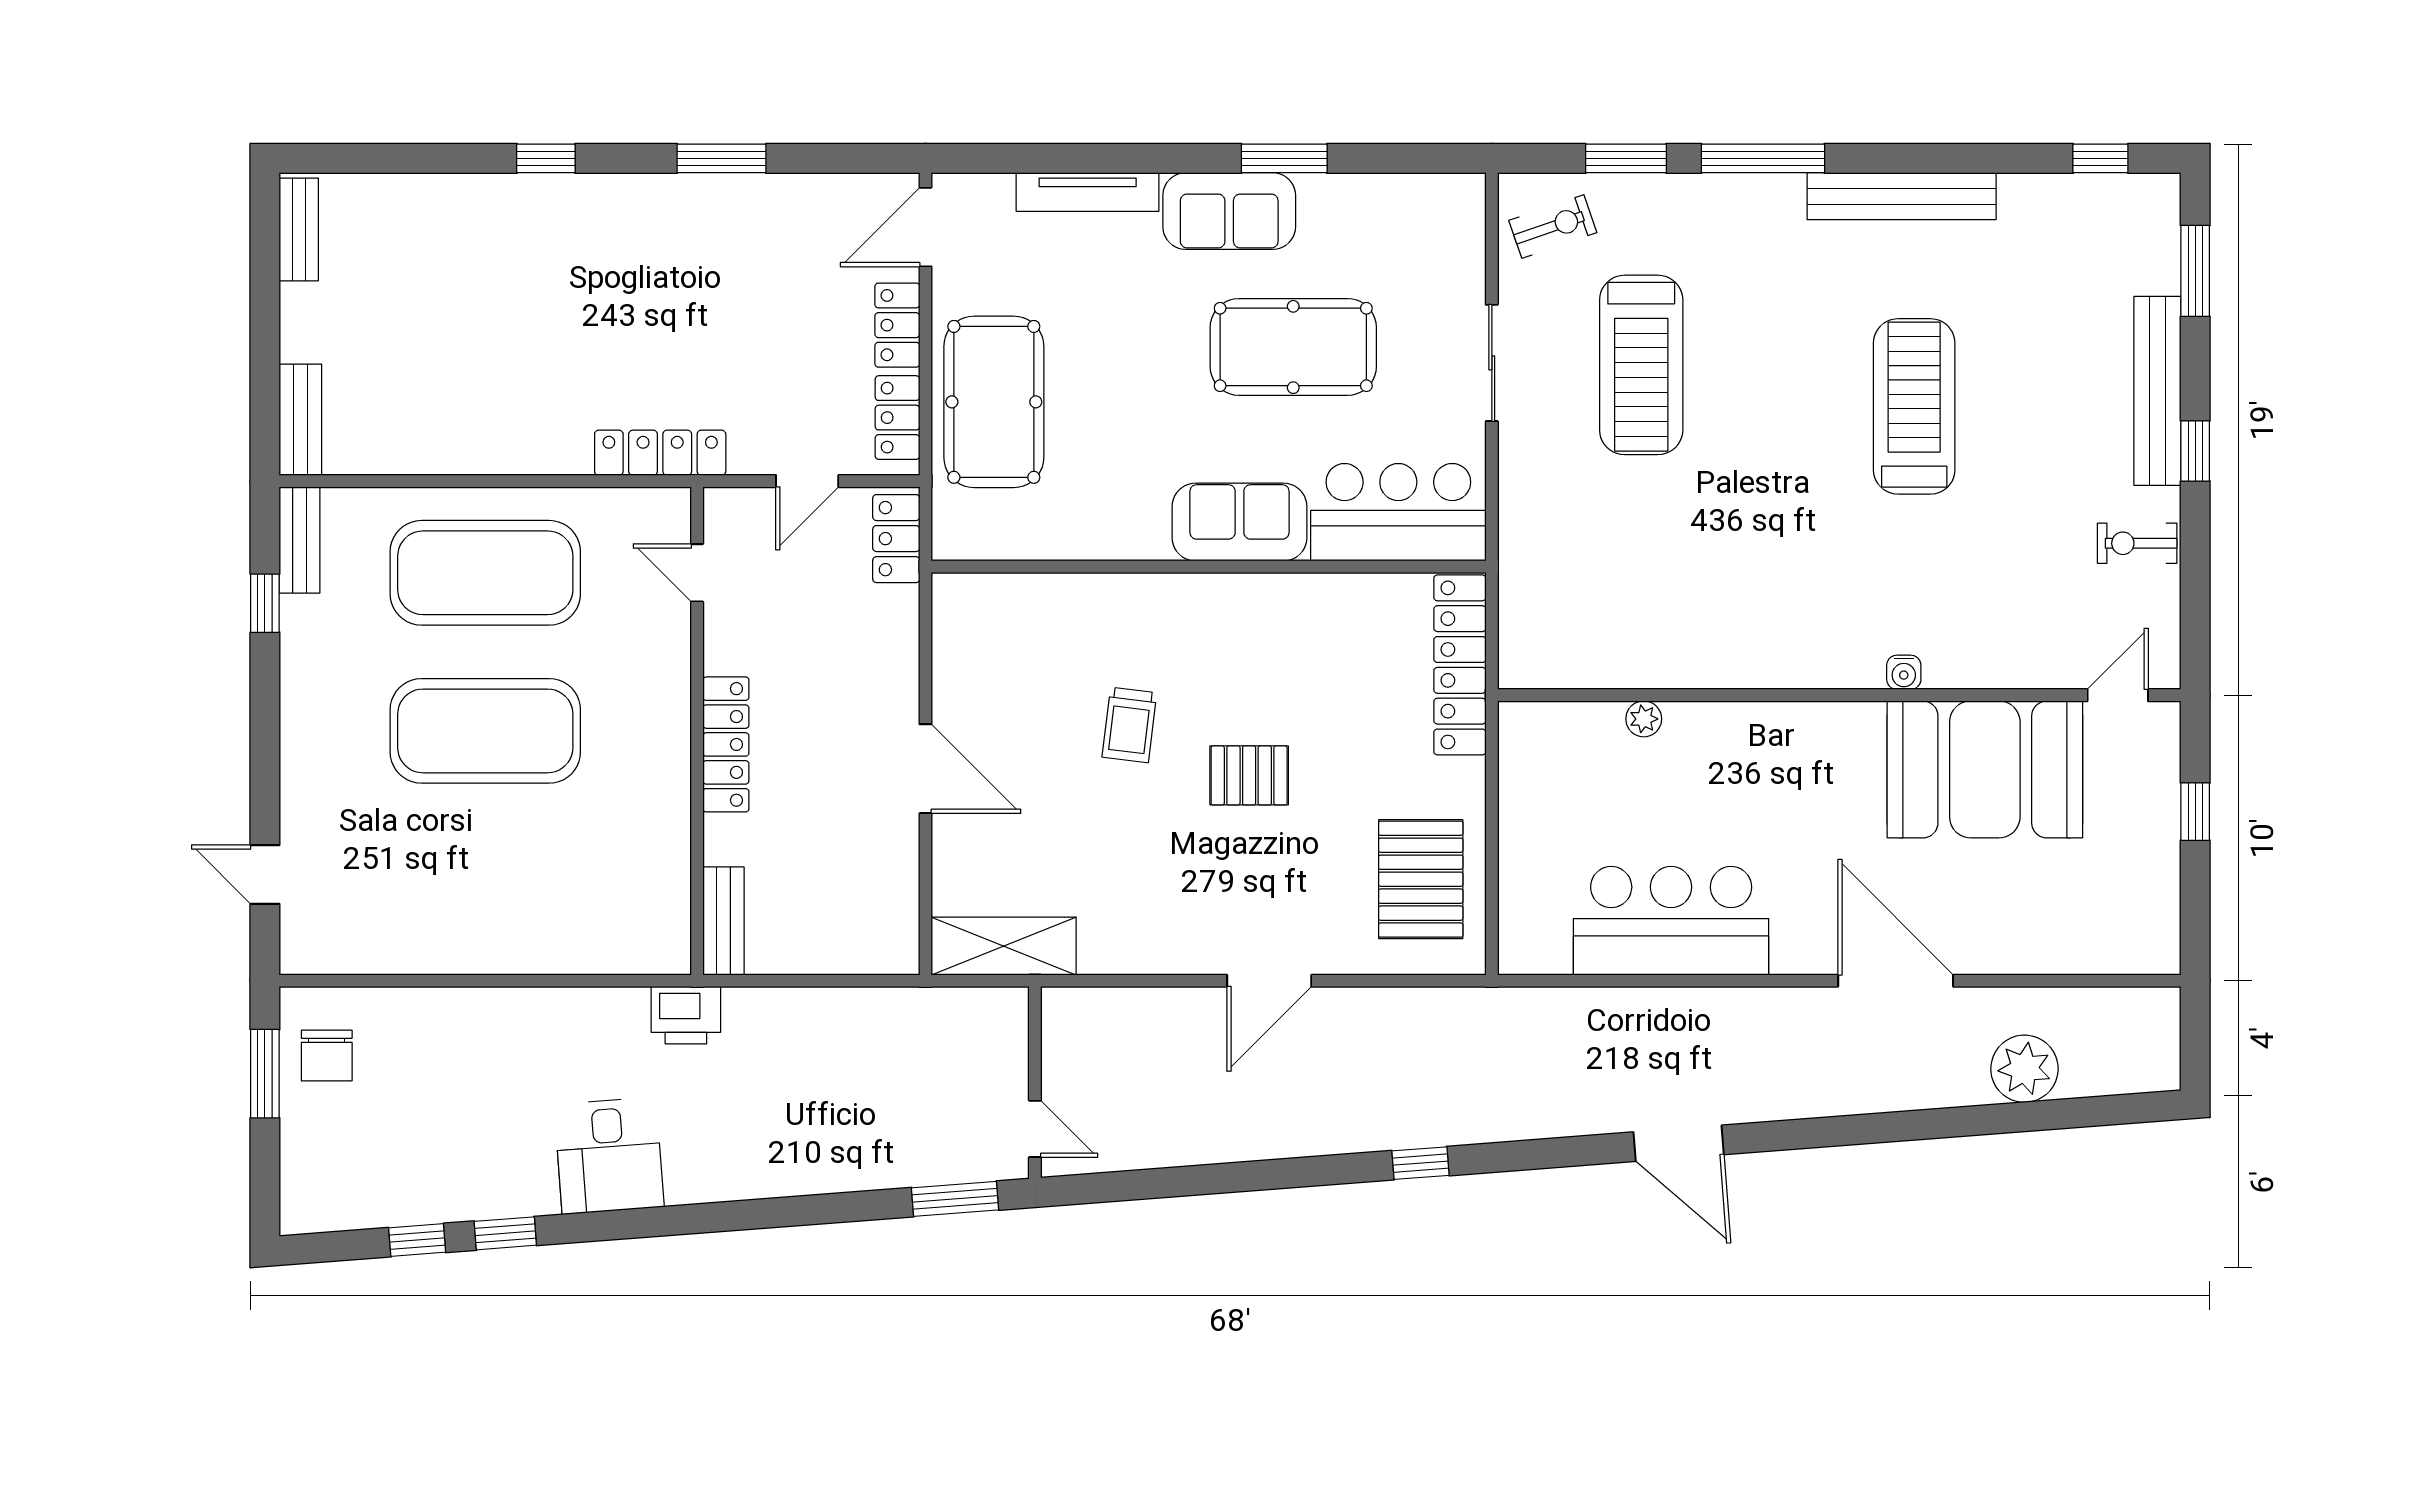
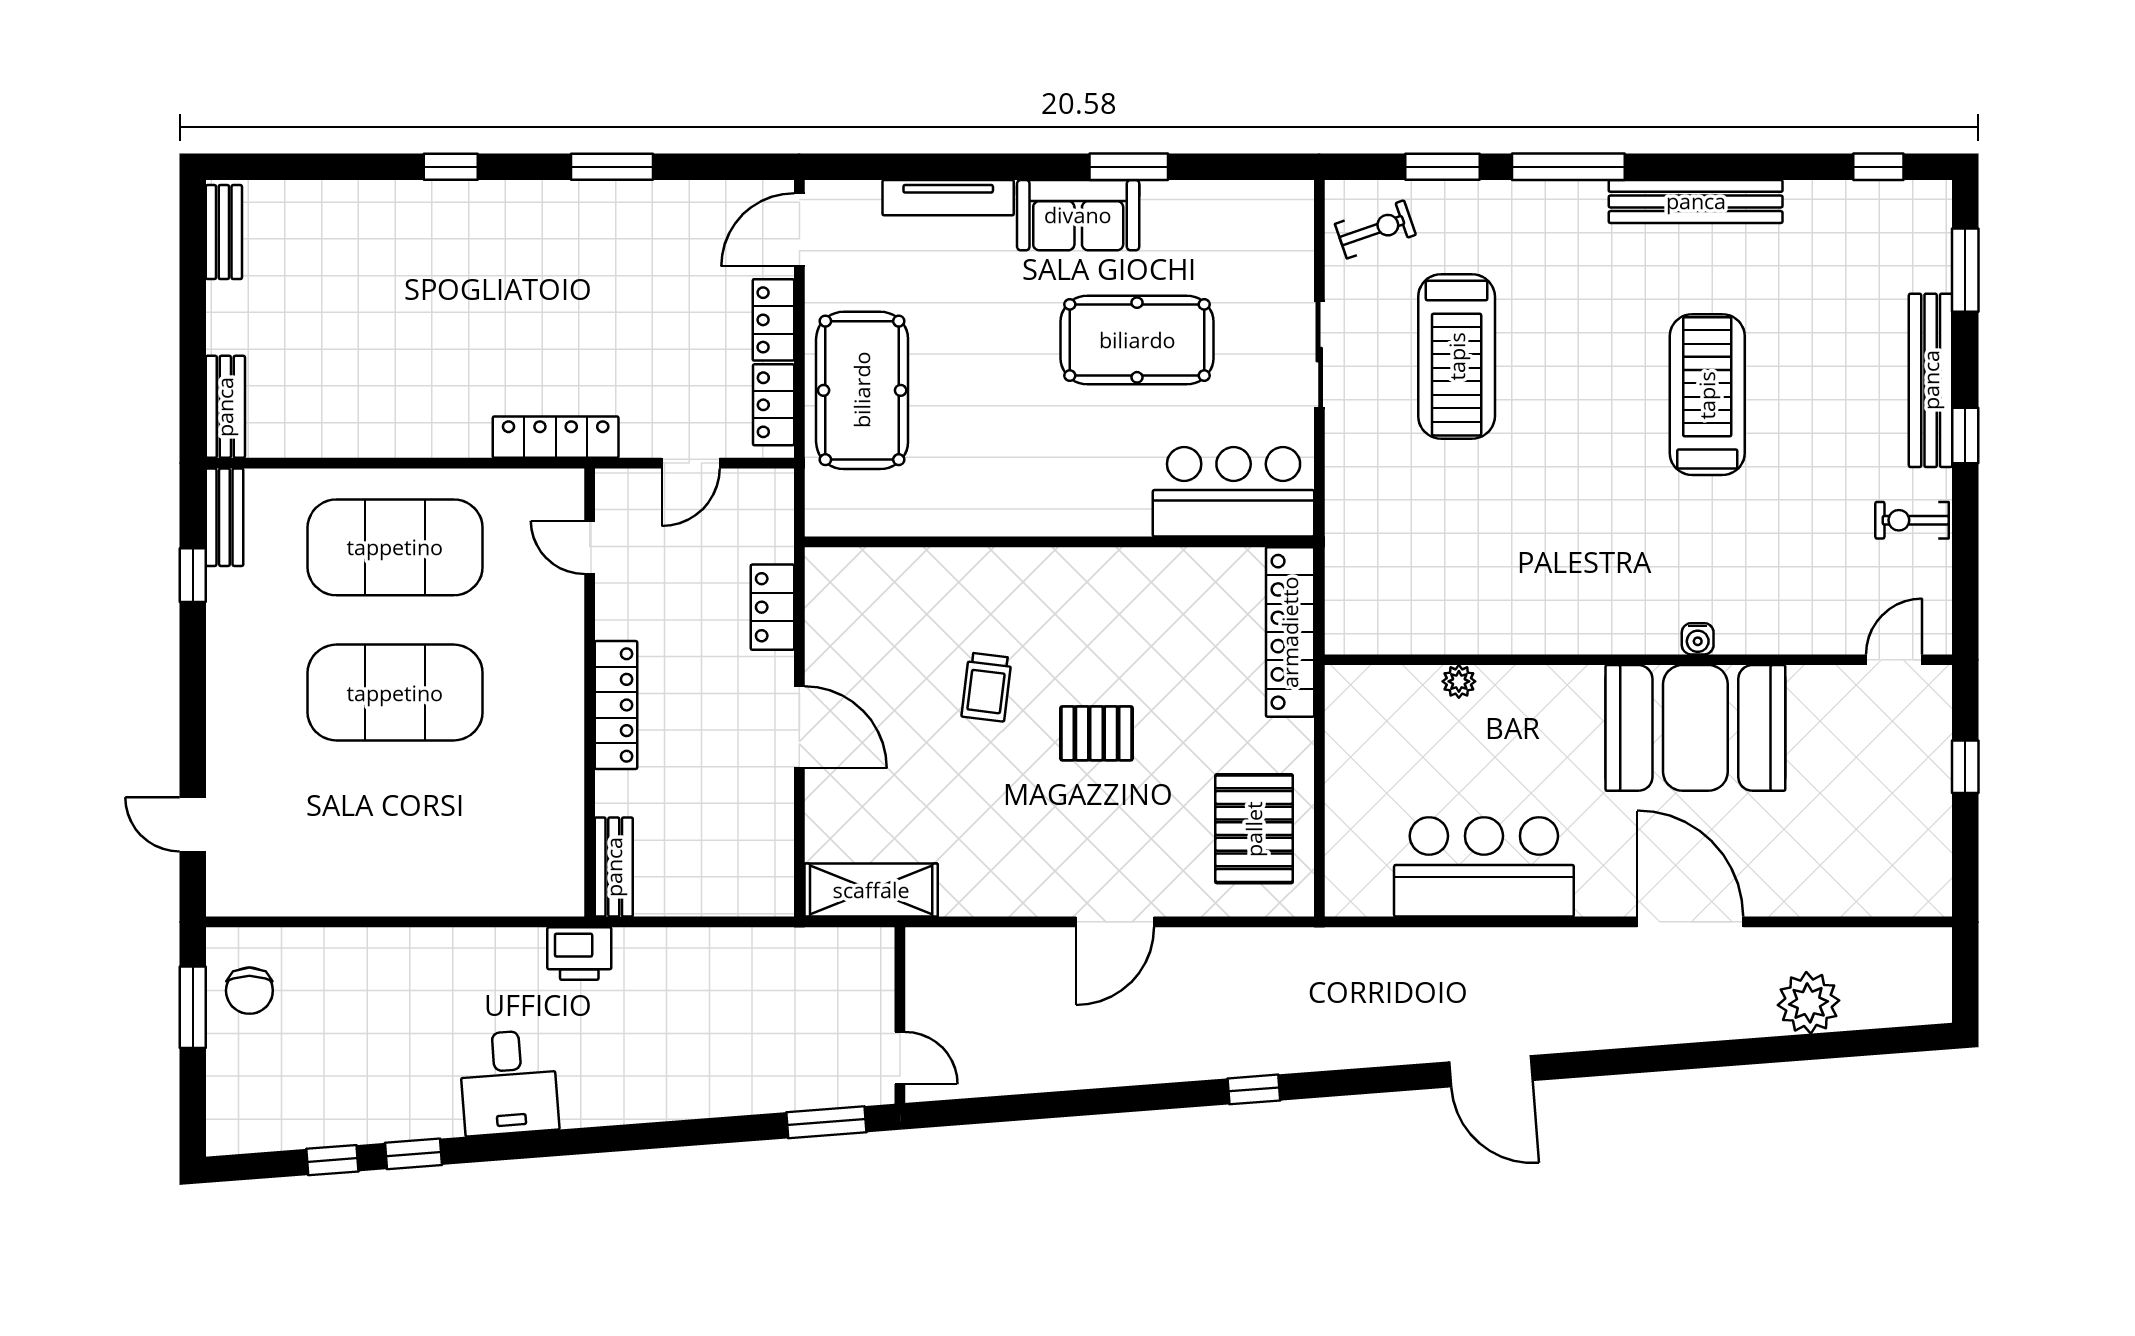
sofa: (1239, 522) -> (1088, 501), removed
locker: (896, 539) -> (772, 607), moved
booth: (1985, 769) -> (1695, 728), moved

